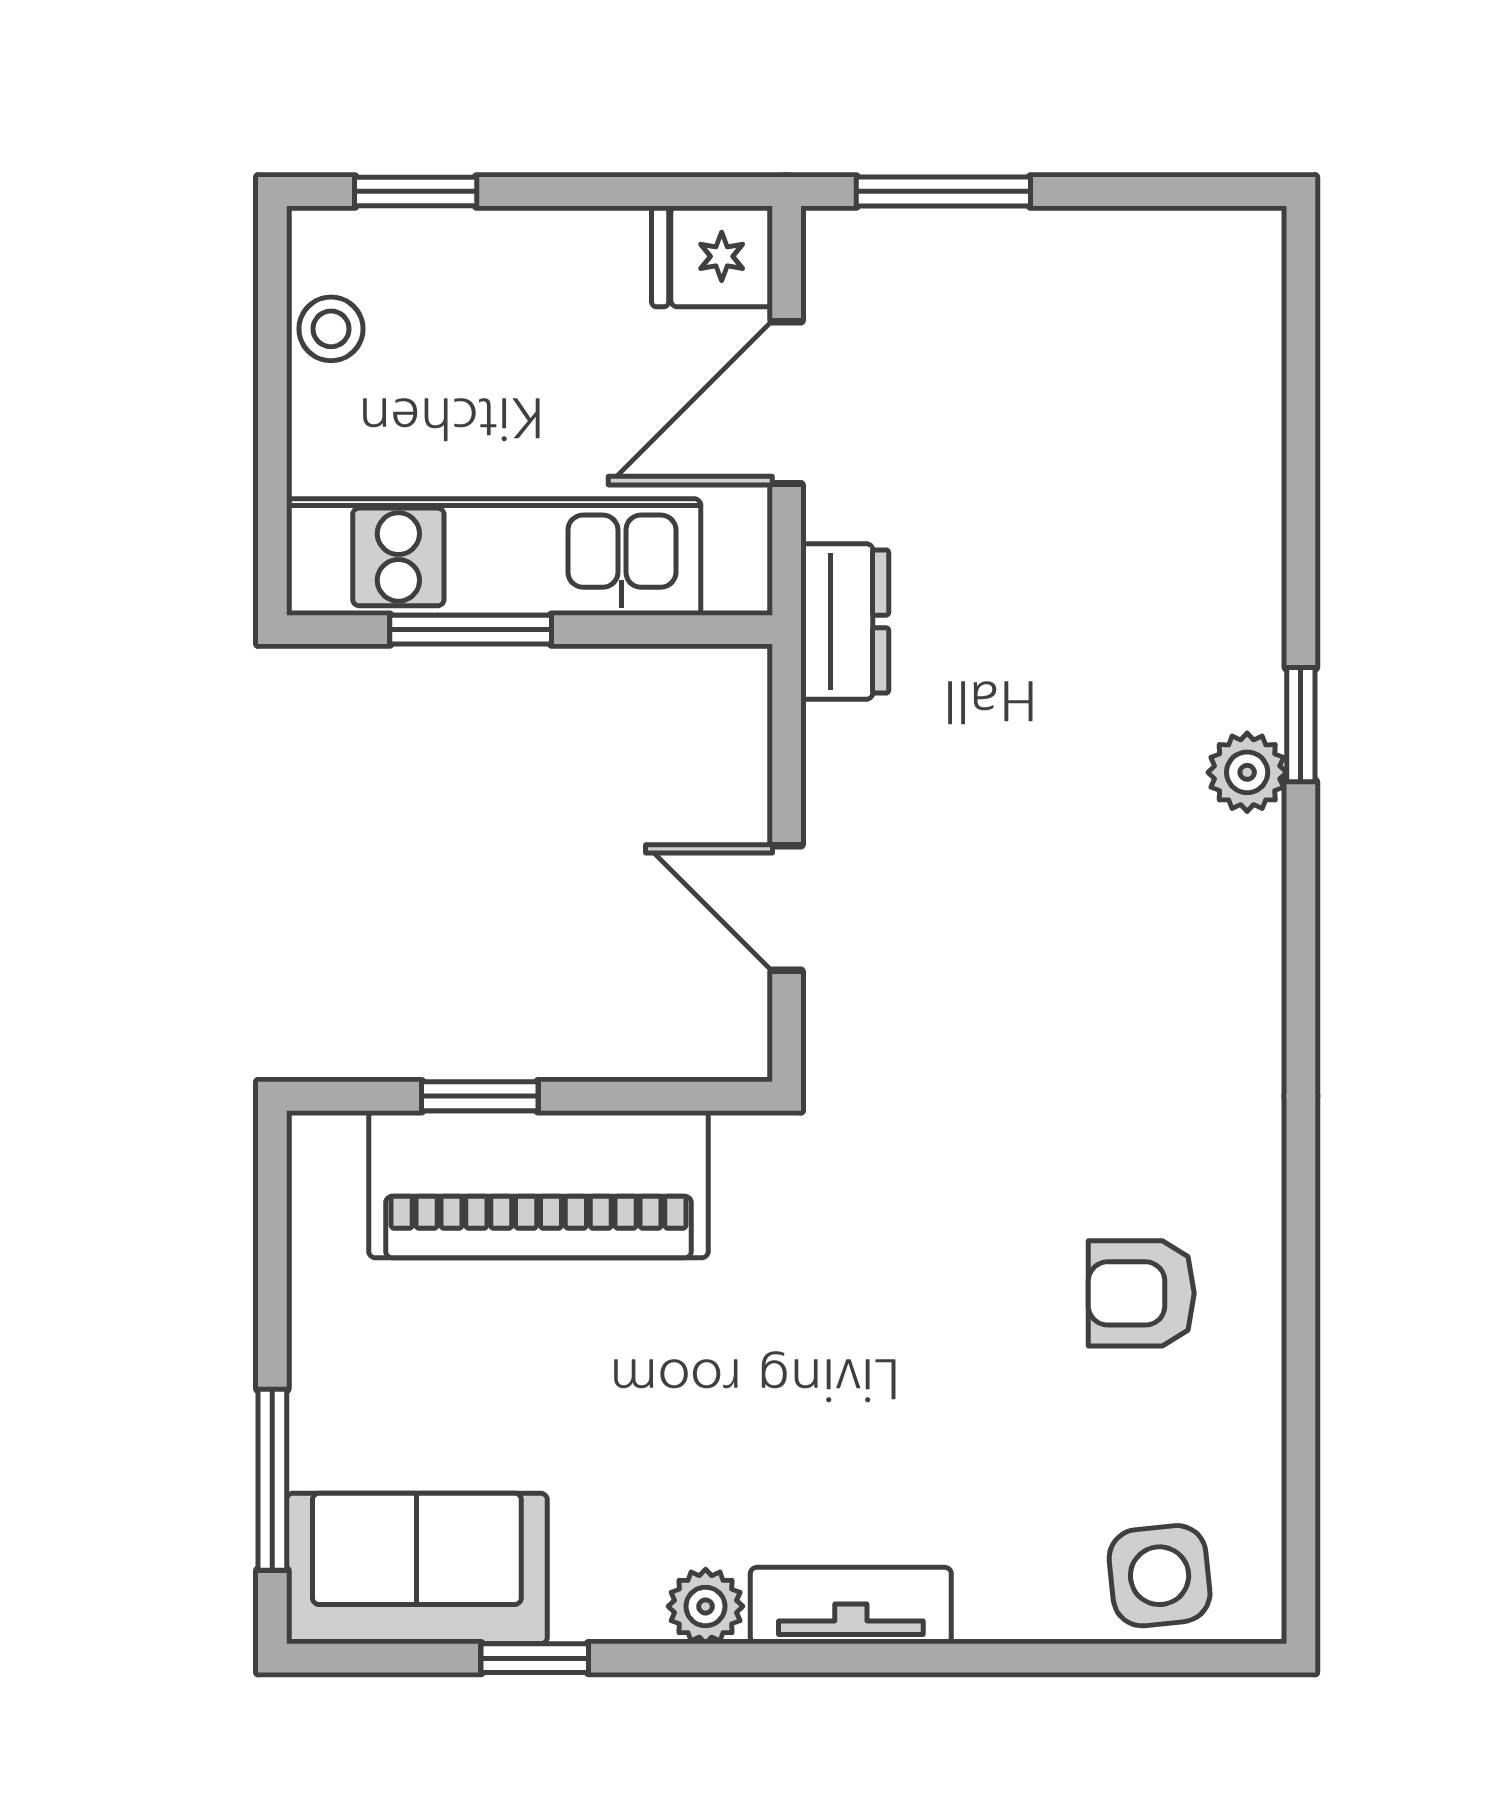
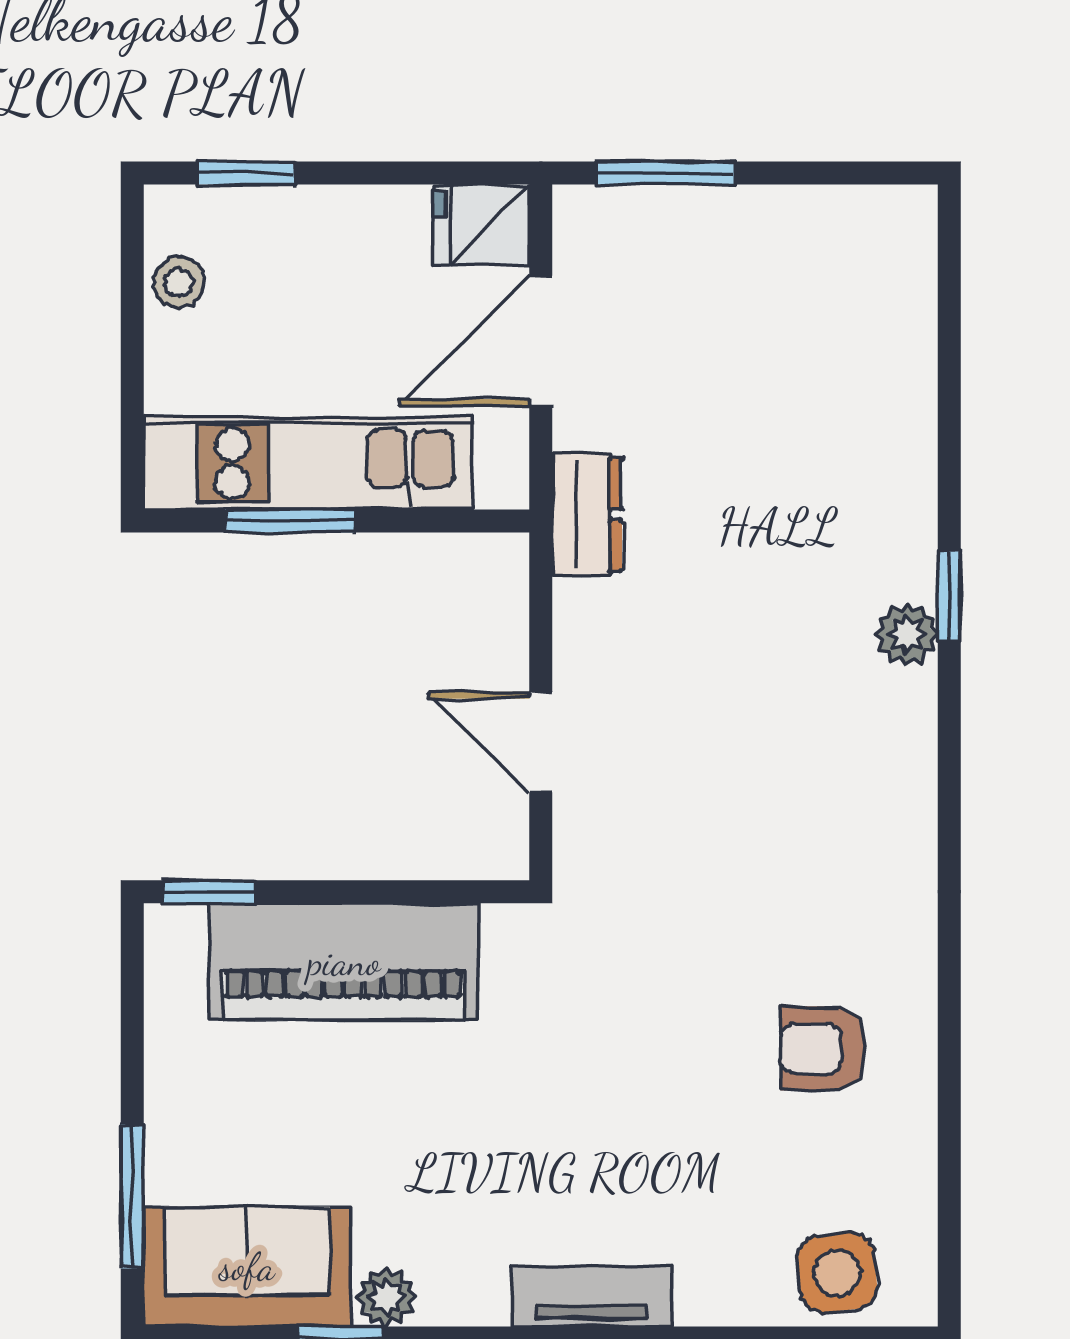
window: (480, 1096) -> (209, 892), moved
plant: (706, 1606) -> (386, 1297), moved

